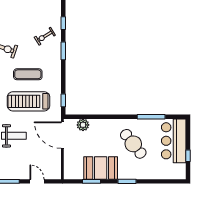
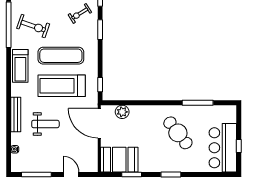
exercise mat: (28, 74) -> (61, 56), width x1.36, depth x1.45
bar counter: (174, 141) -> (223, 148), moved
booth: (101, 168) -> (119, 160), moved

